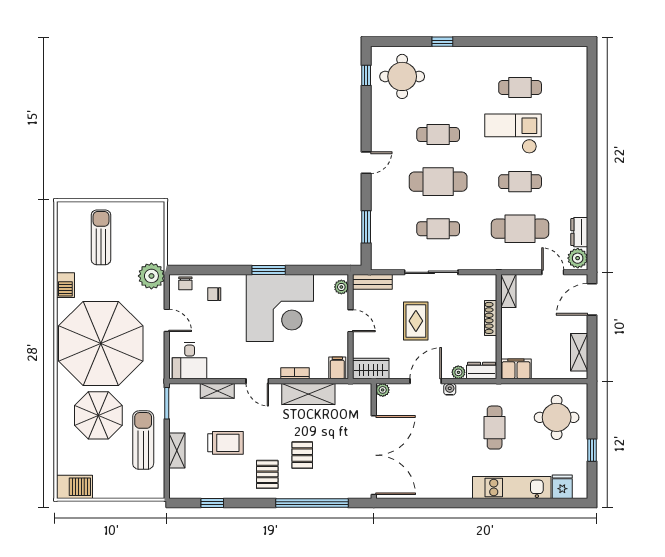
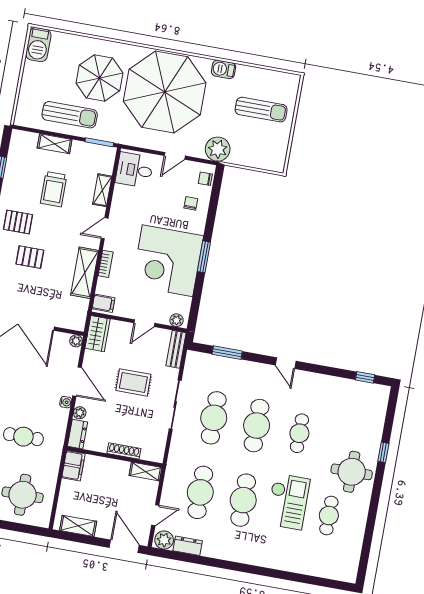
round table: (402, 76) -> (352, 472), moved
cafe table: (520, 182) -> (243, 500), width x1.37, depth x1.35
cafe table: (438, 229) -> (214, 418), width x1.37, depth x1.35

